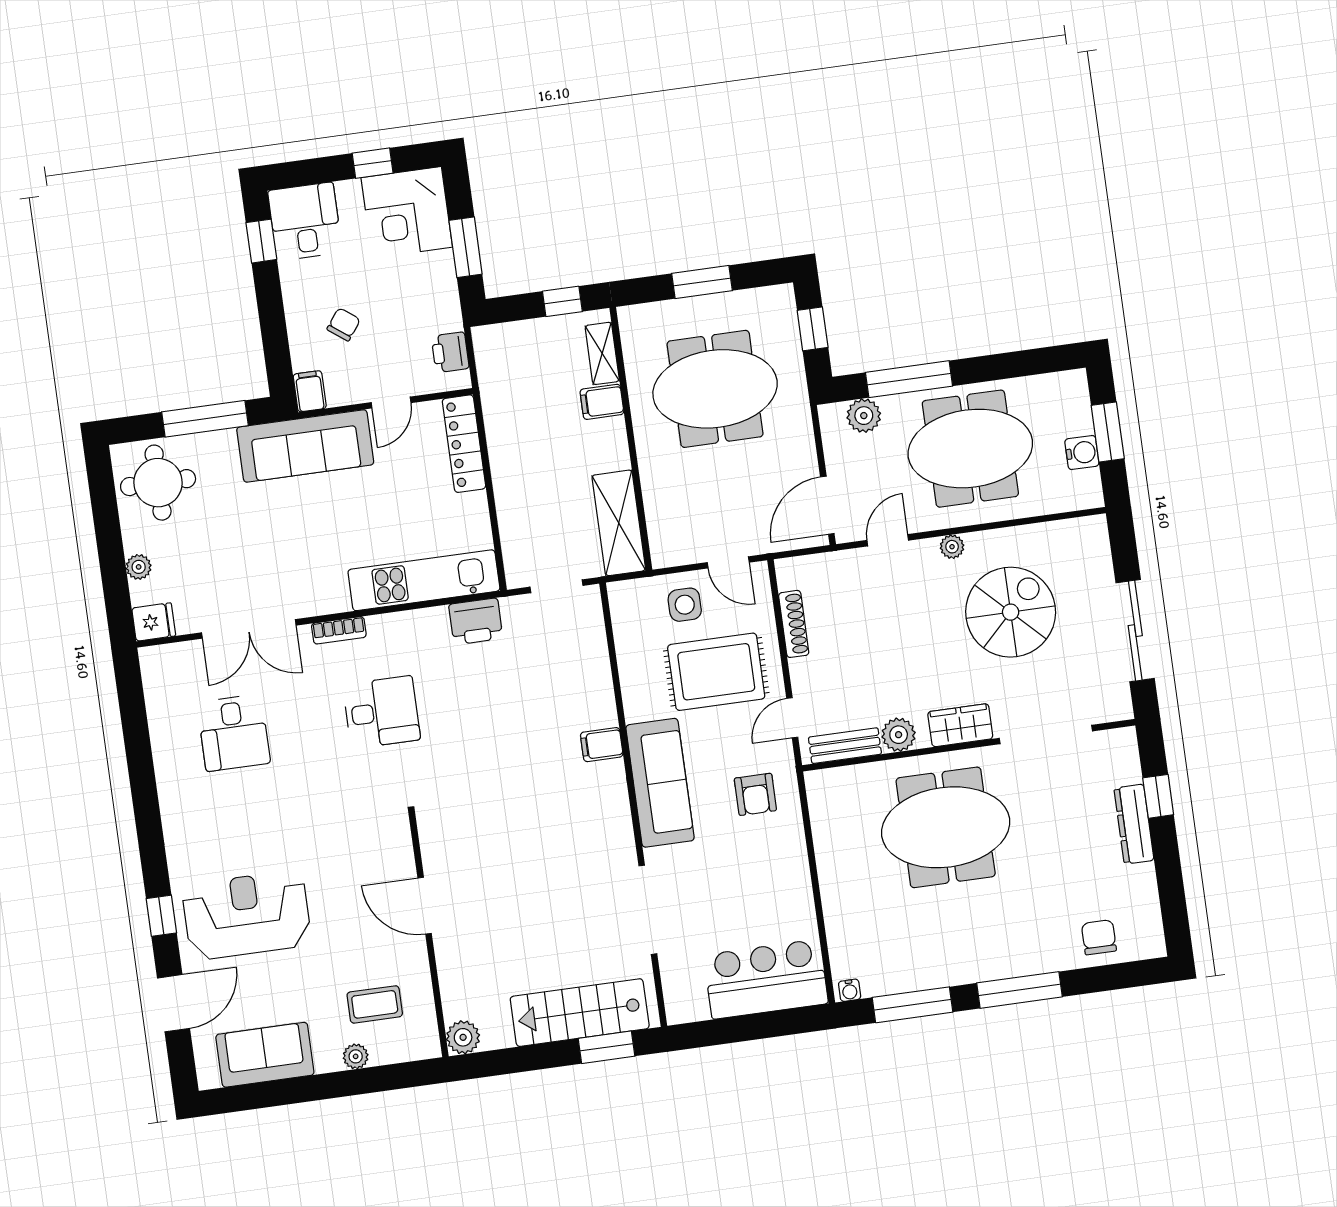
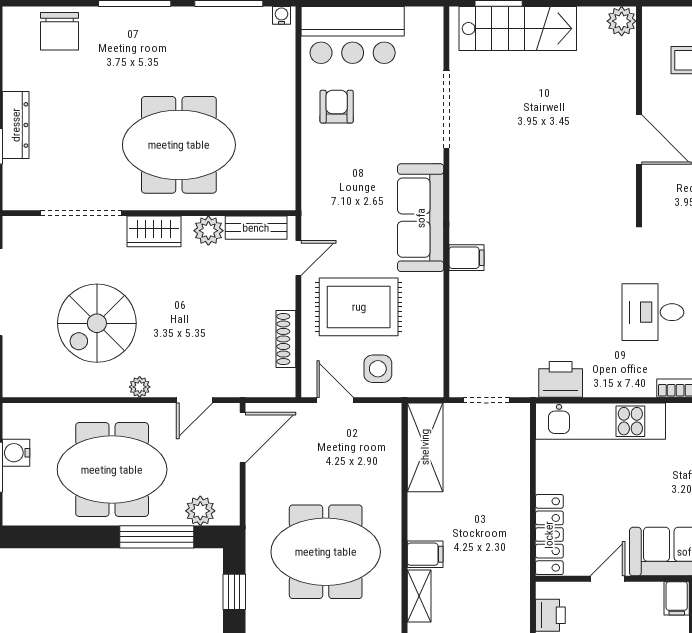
armchair: (755, 794) -> (337, 107), moved
chair: (1099, 937) -> (60, 31), width x1.37, depth x1.37

